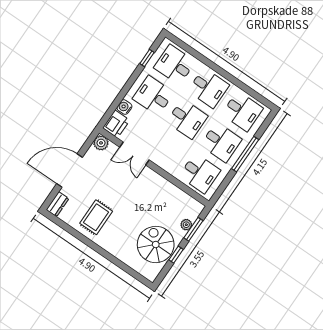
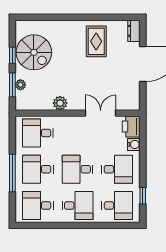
desk: (208, 88) -> (78, 206), turned 180
plant: (101, 143) -> (60, 103), moved

